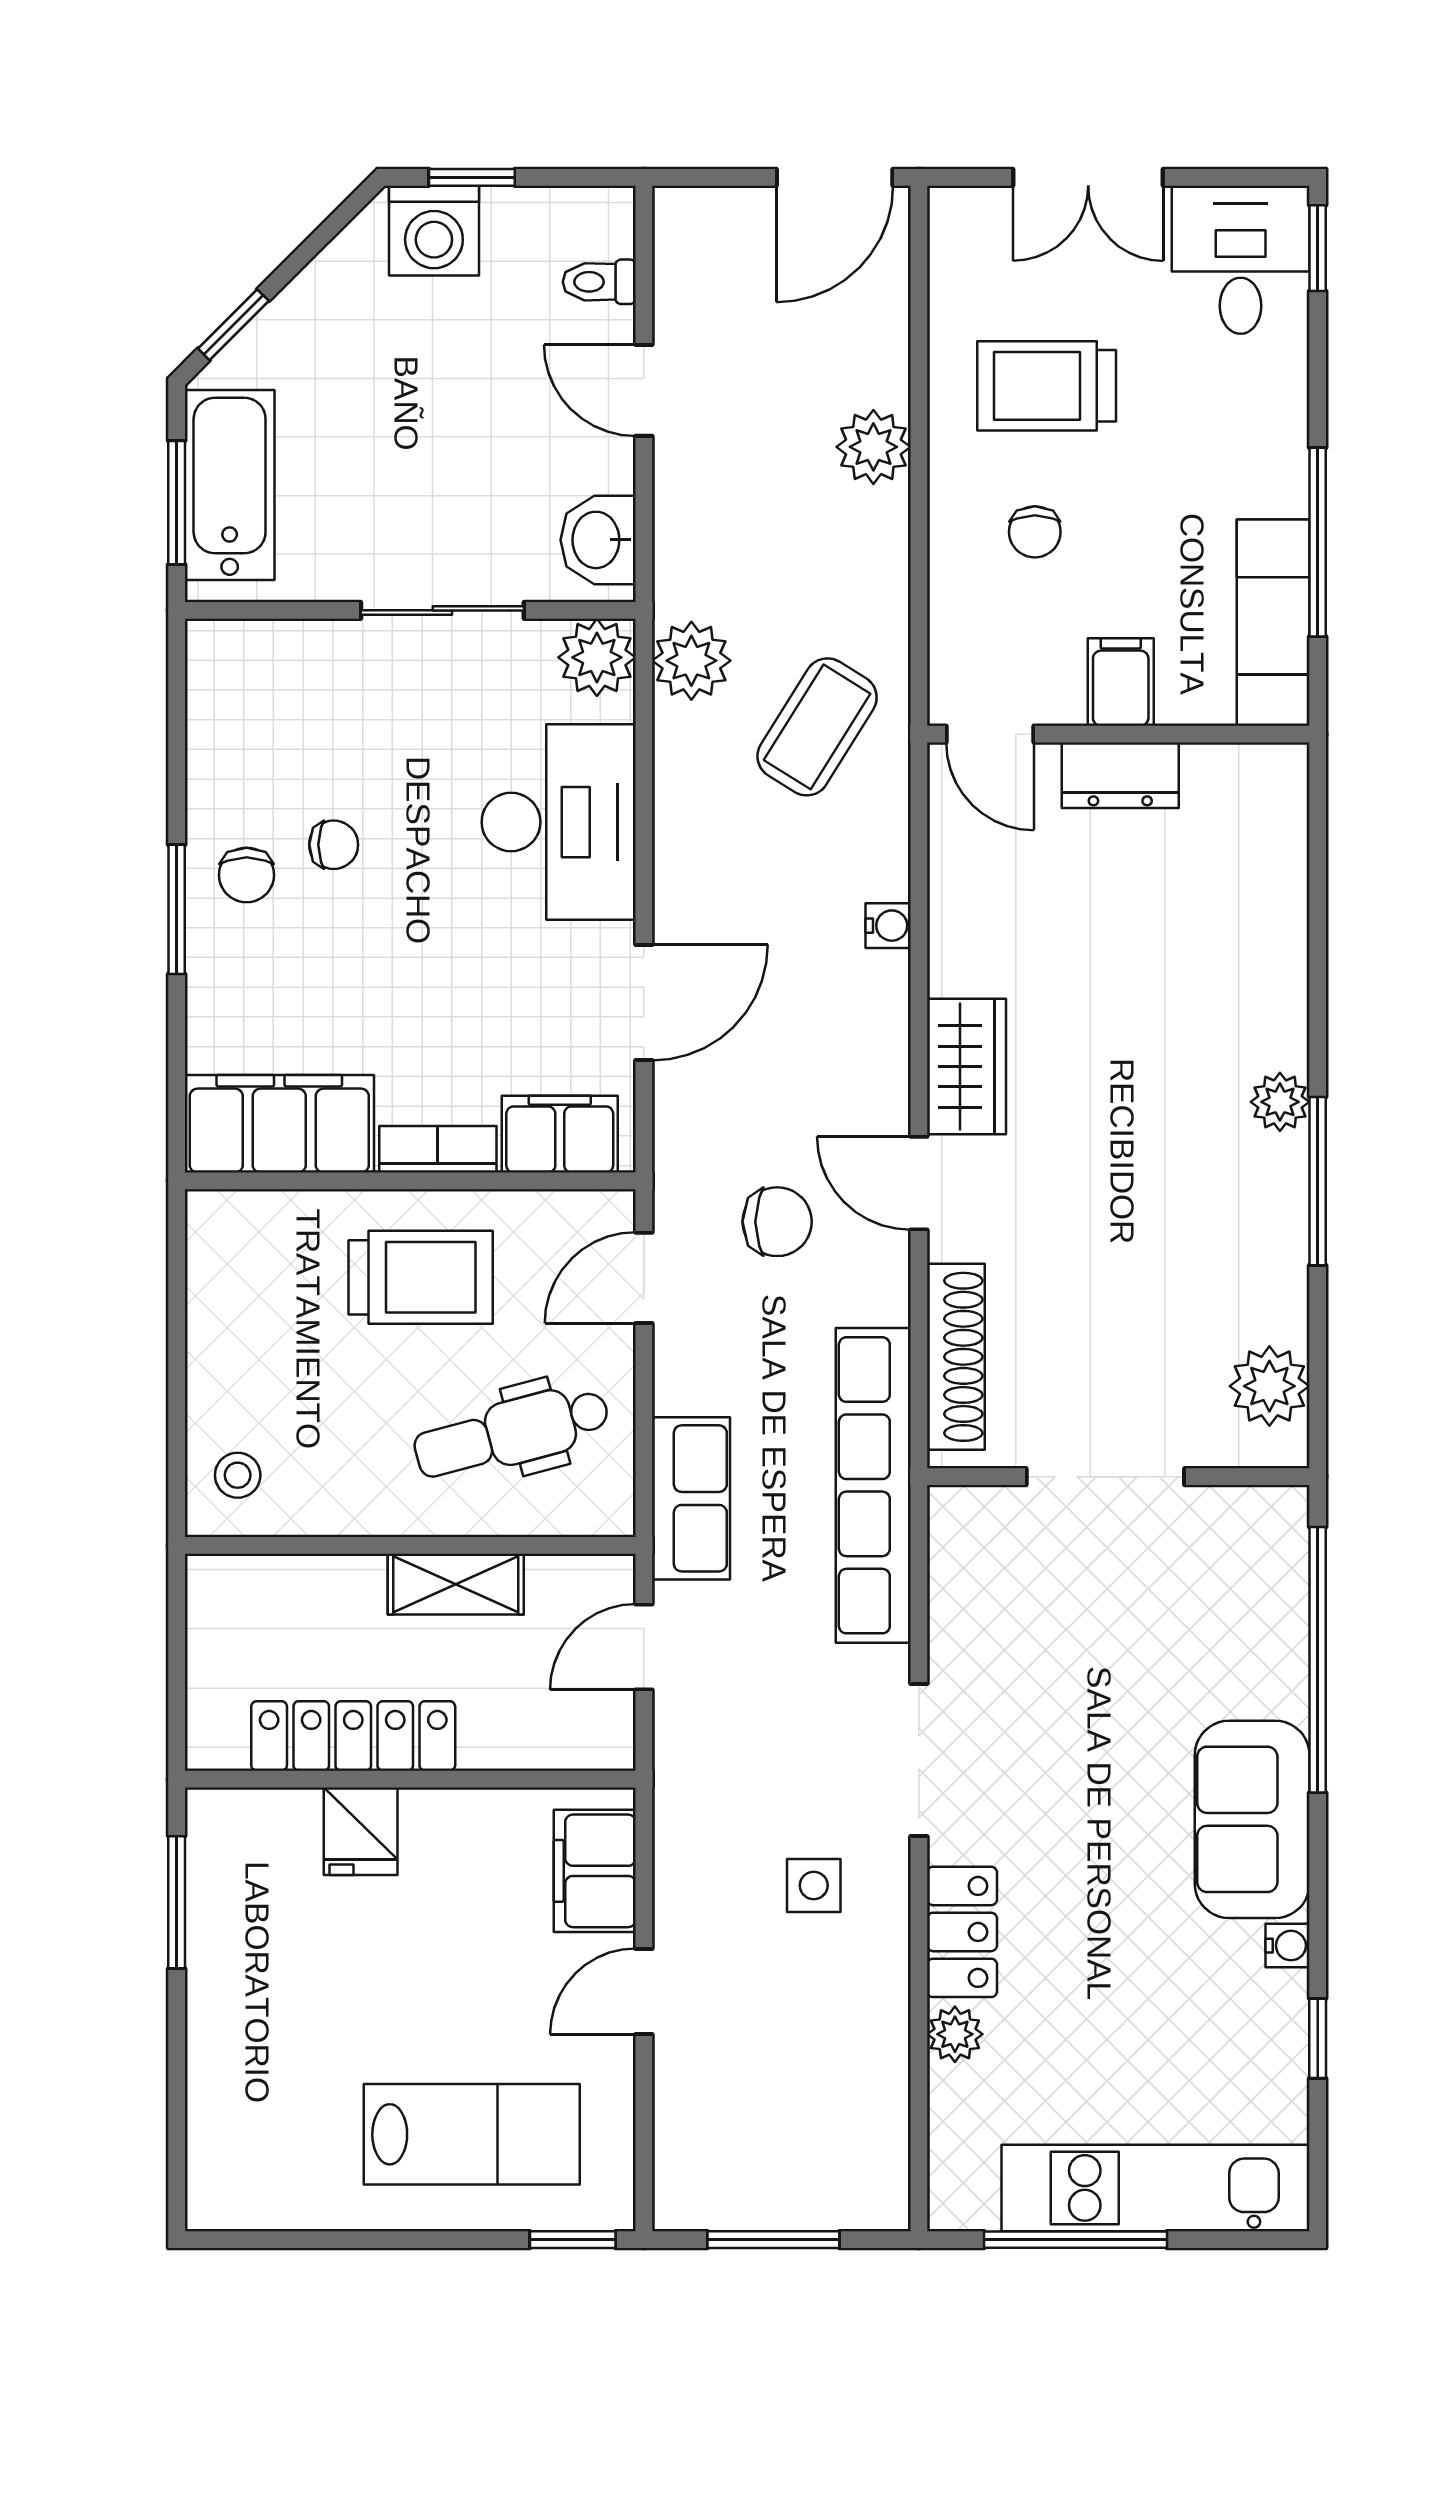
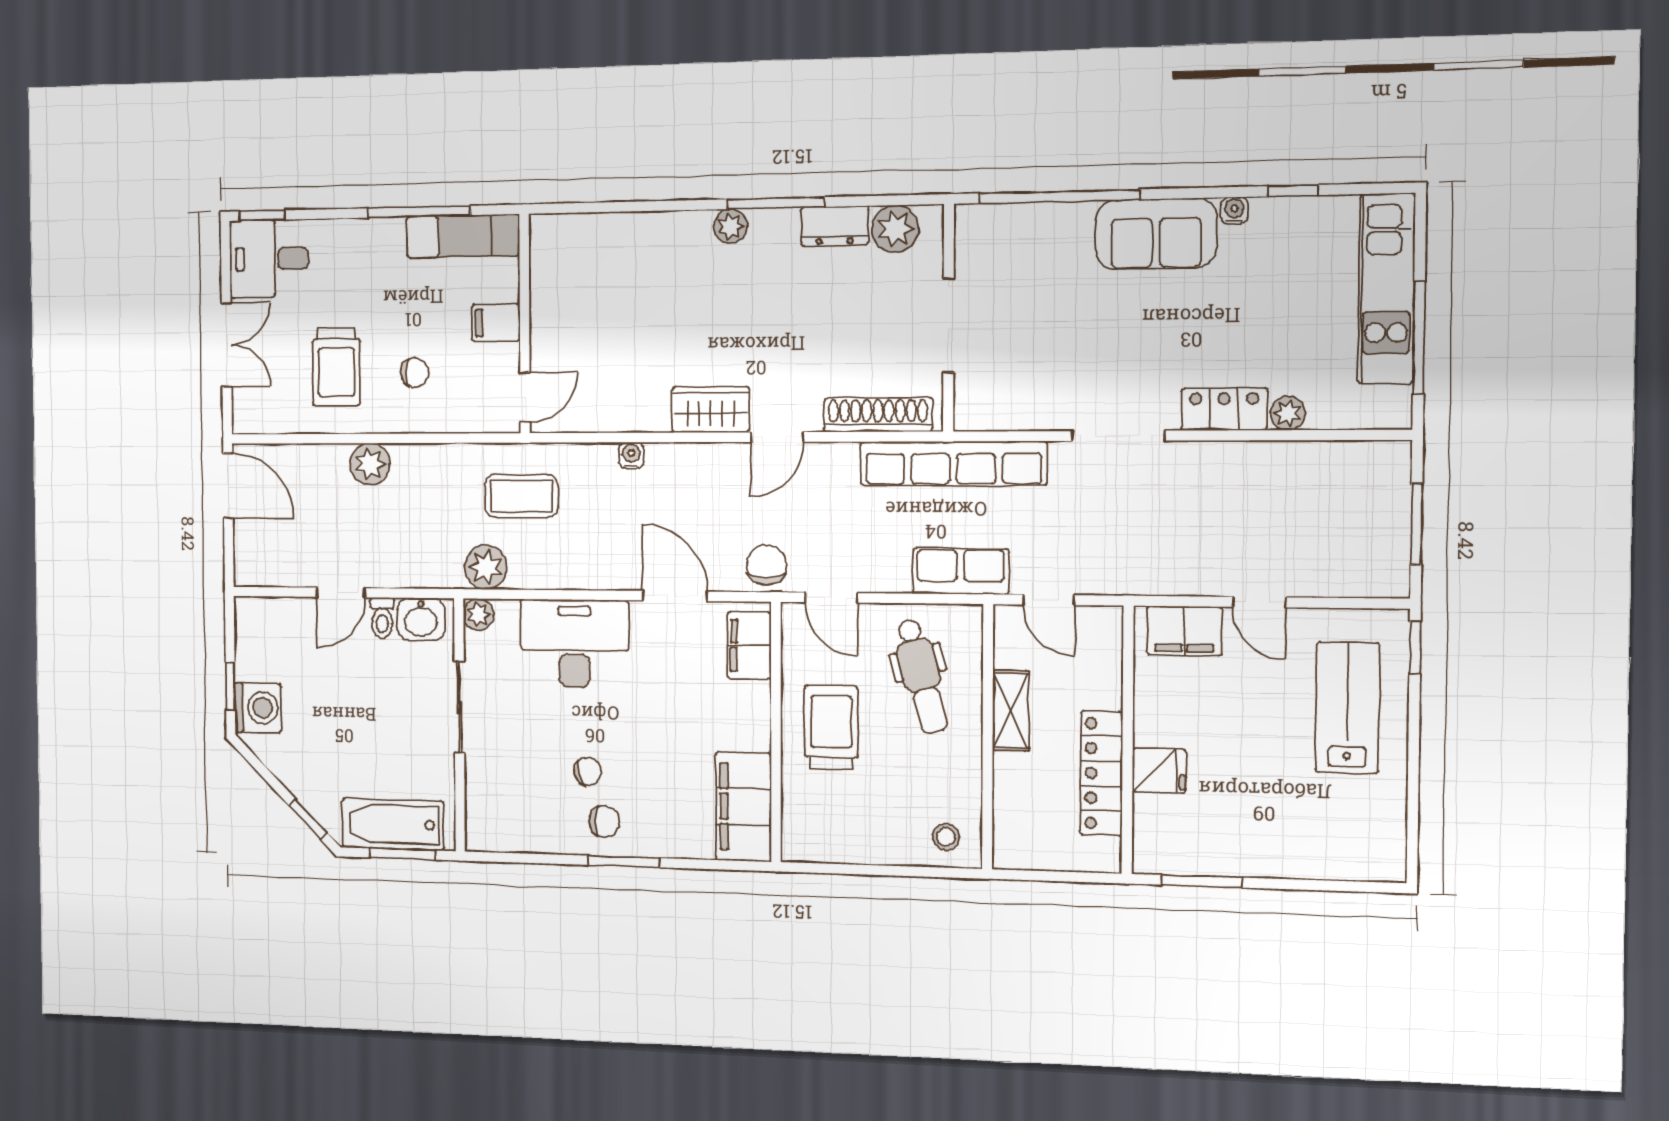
toilet: (599, 282) -> (382, 618), moved
plant: (597, 657) -> (478, 615), width x0.73, depth x0.73
coffee table: (817, 727) -> (521, 496), turned -32
dresser: (1120, 775) -> (835, 226), moved, turned 90
chair: (334, 845) -> (587, 771), turned 75
bookcase: (438, 1149) -> (758, 716), removed
chair: (777, 1222) -> (766, 565), moved
side table: (814, 1885) -> (1195, 499), removed

